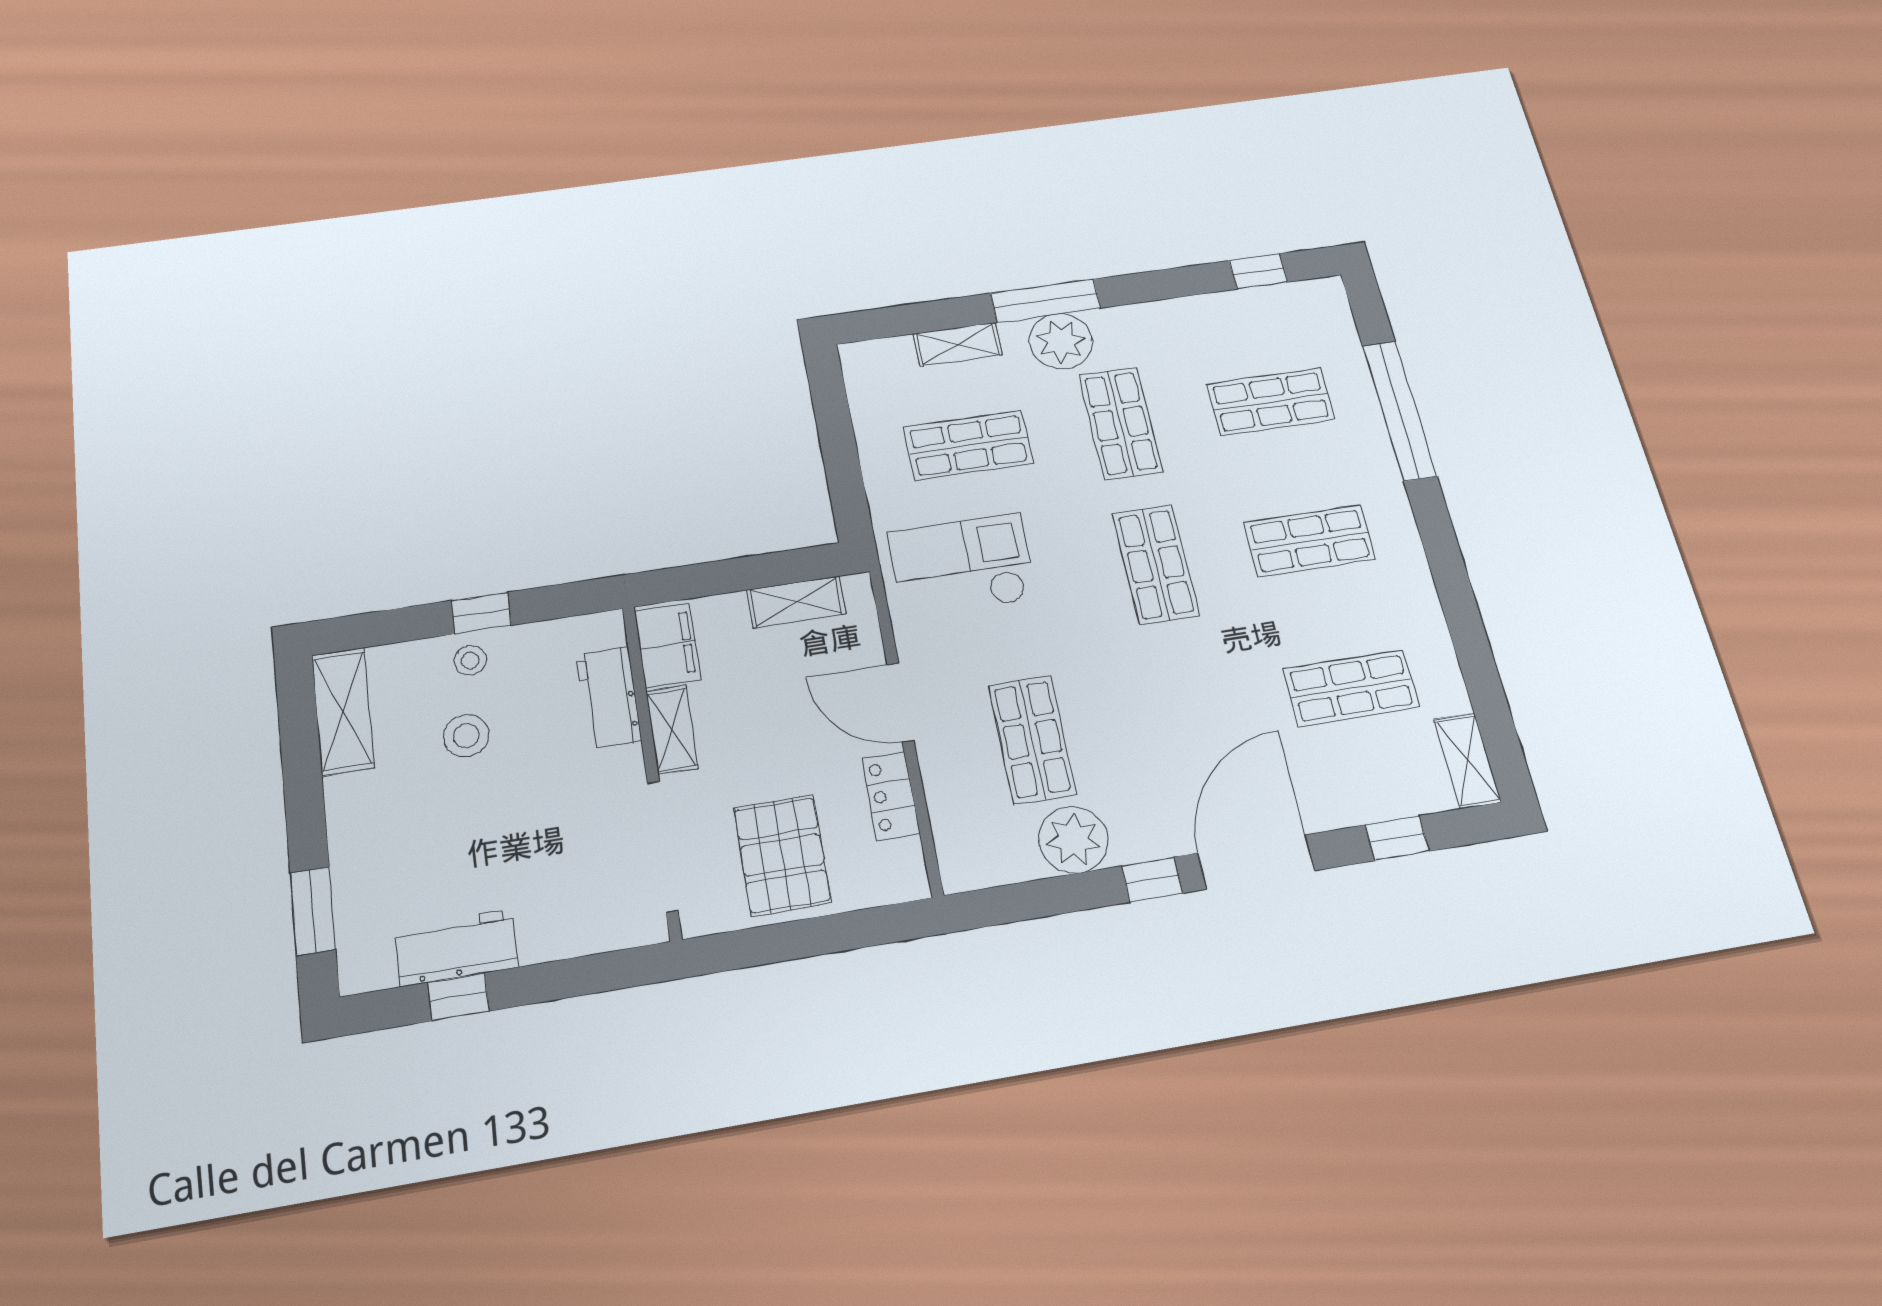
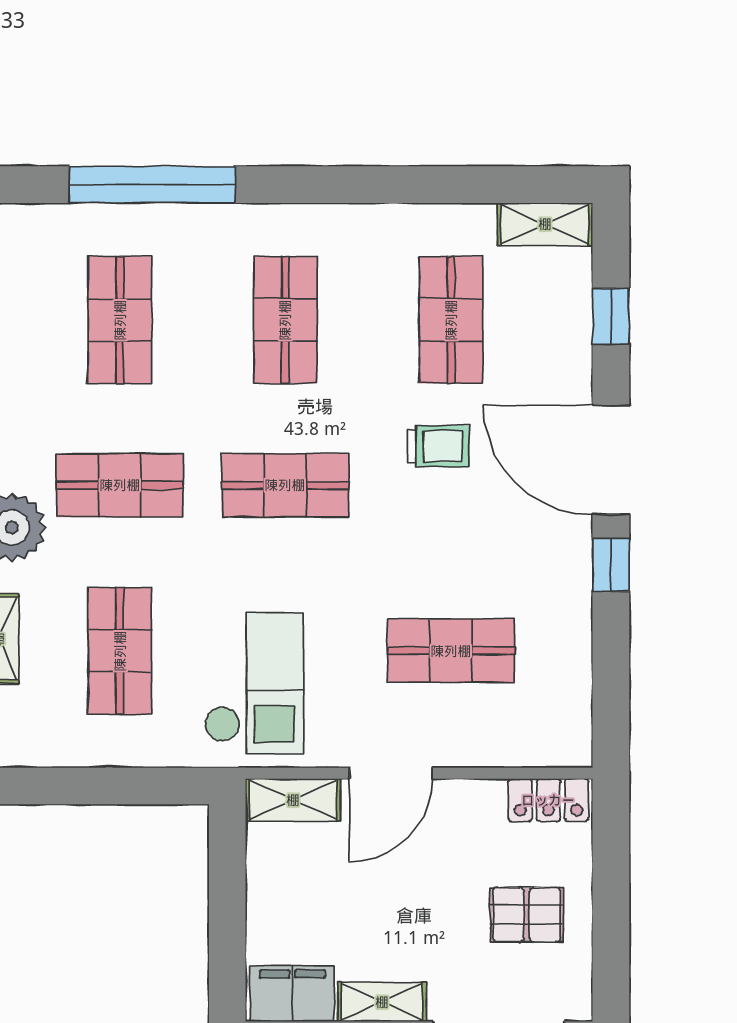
checkout: (962, 565) -> (254, 683), turned 180
shelving: (796, 602) -> (293, 800), moved, turned 90
trolley: (1228, 696) -> (439, 446), added
locker: (891, 796) -> (548, 800), moved
plant: (1073, 840) -> (559, 632), removed
pallet: (782, 855) -> (527, 915), width x0.67, depth x0.71

